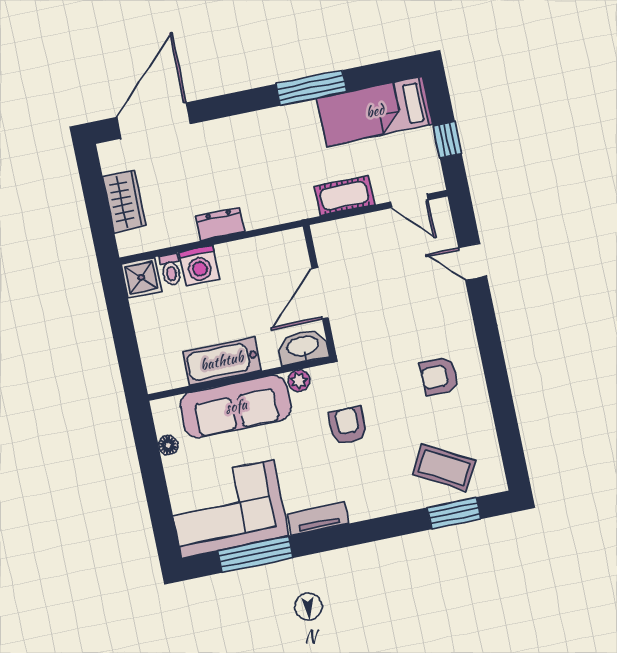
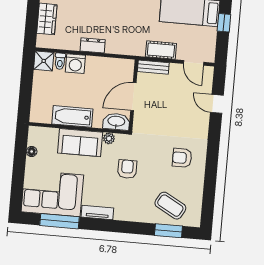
window: (447, 140) -> (224, 23), moved
bench: (340, 230) -> (153, 67), added
sofa: (236, 406) -> (80, 143), width x0.73

